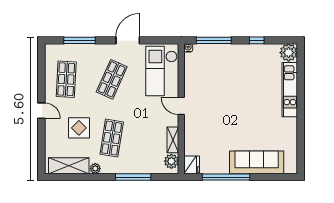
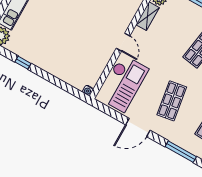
window: (214, 40) -> (61, 84), removed
shop shelf: (112, 79) -> (172, 101), turned -33

